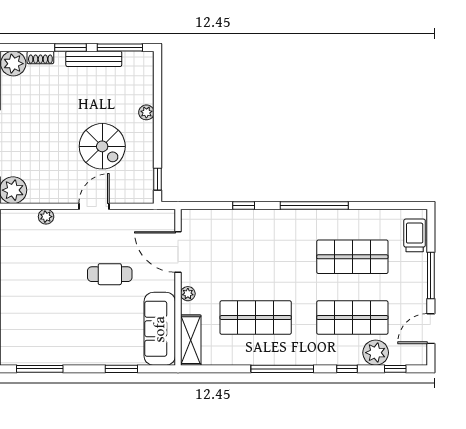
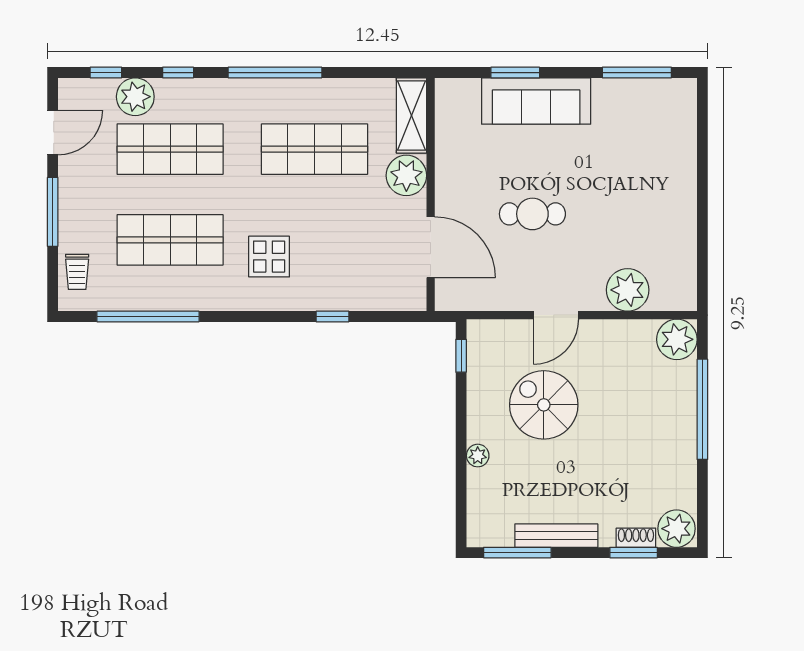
window: (71, 47) -> (634, 553), moved
window: (314, 205) -> (148, 317), moved
plant: (46, 217) -> (628, 290), width x1.87, depth x1.87
trolley: (415, 235) -> (77, 272), width x0.73, depth x0.72
display table: (286, 246) -> (269, 257), added
plant: (188, 294) -> (406, 175), width x1.88, depth x1.88
sofa: (160, 329) -> (536, 101), moved, turned 90

